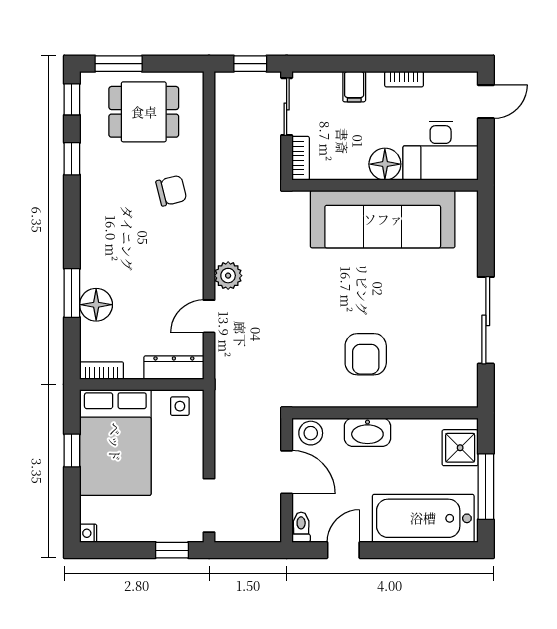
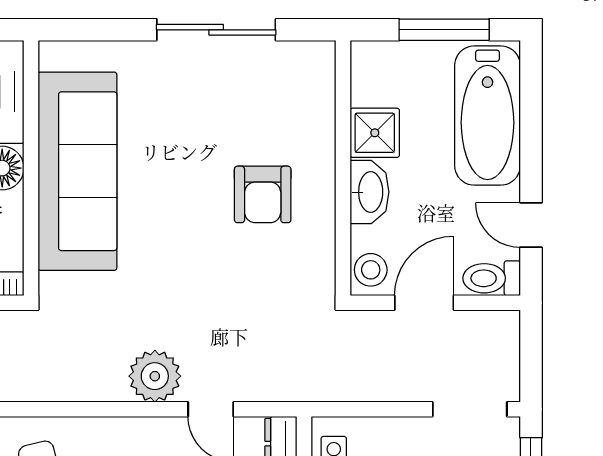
plant: (228, 276) -> (155, 376), width x1.36, depth x1.36
armchair: (366, 354) -> (263, 194), turned 90
shower: (460, 448) -> (375, 133), moved
toilet: (301, 527) -> (492, 278), width x1.37, depth x1.39

